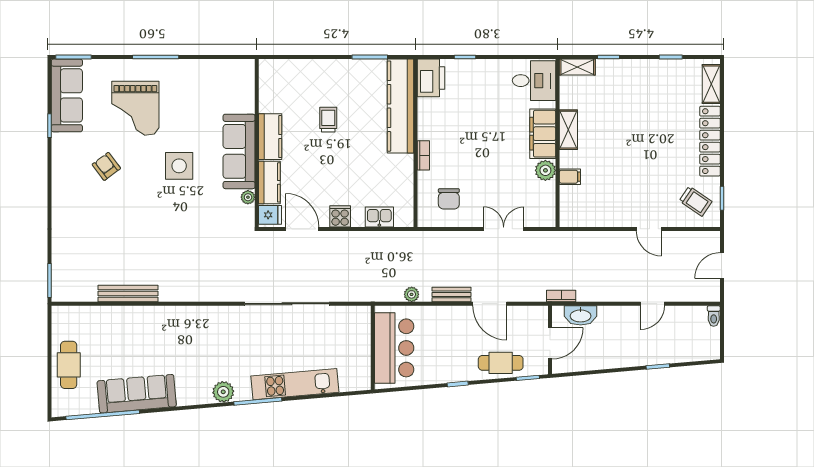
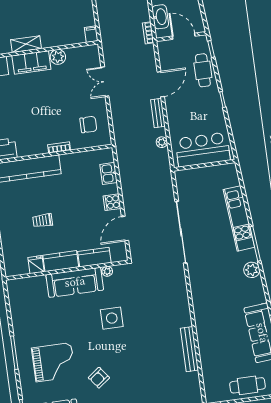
side table: (179, 166) -> (112, 318), moved
filing cabinet: (570, 177) -> (91, 34), moved
fridge: (270, 215) -> (36, 265), moved

